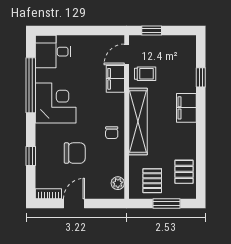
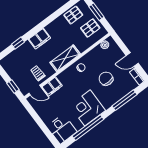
shelving: (138, 121) -> (65, 58), width x0.68
window: (31, 156) -> (124, 100), width x2.17

